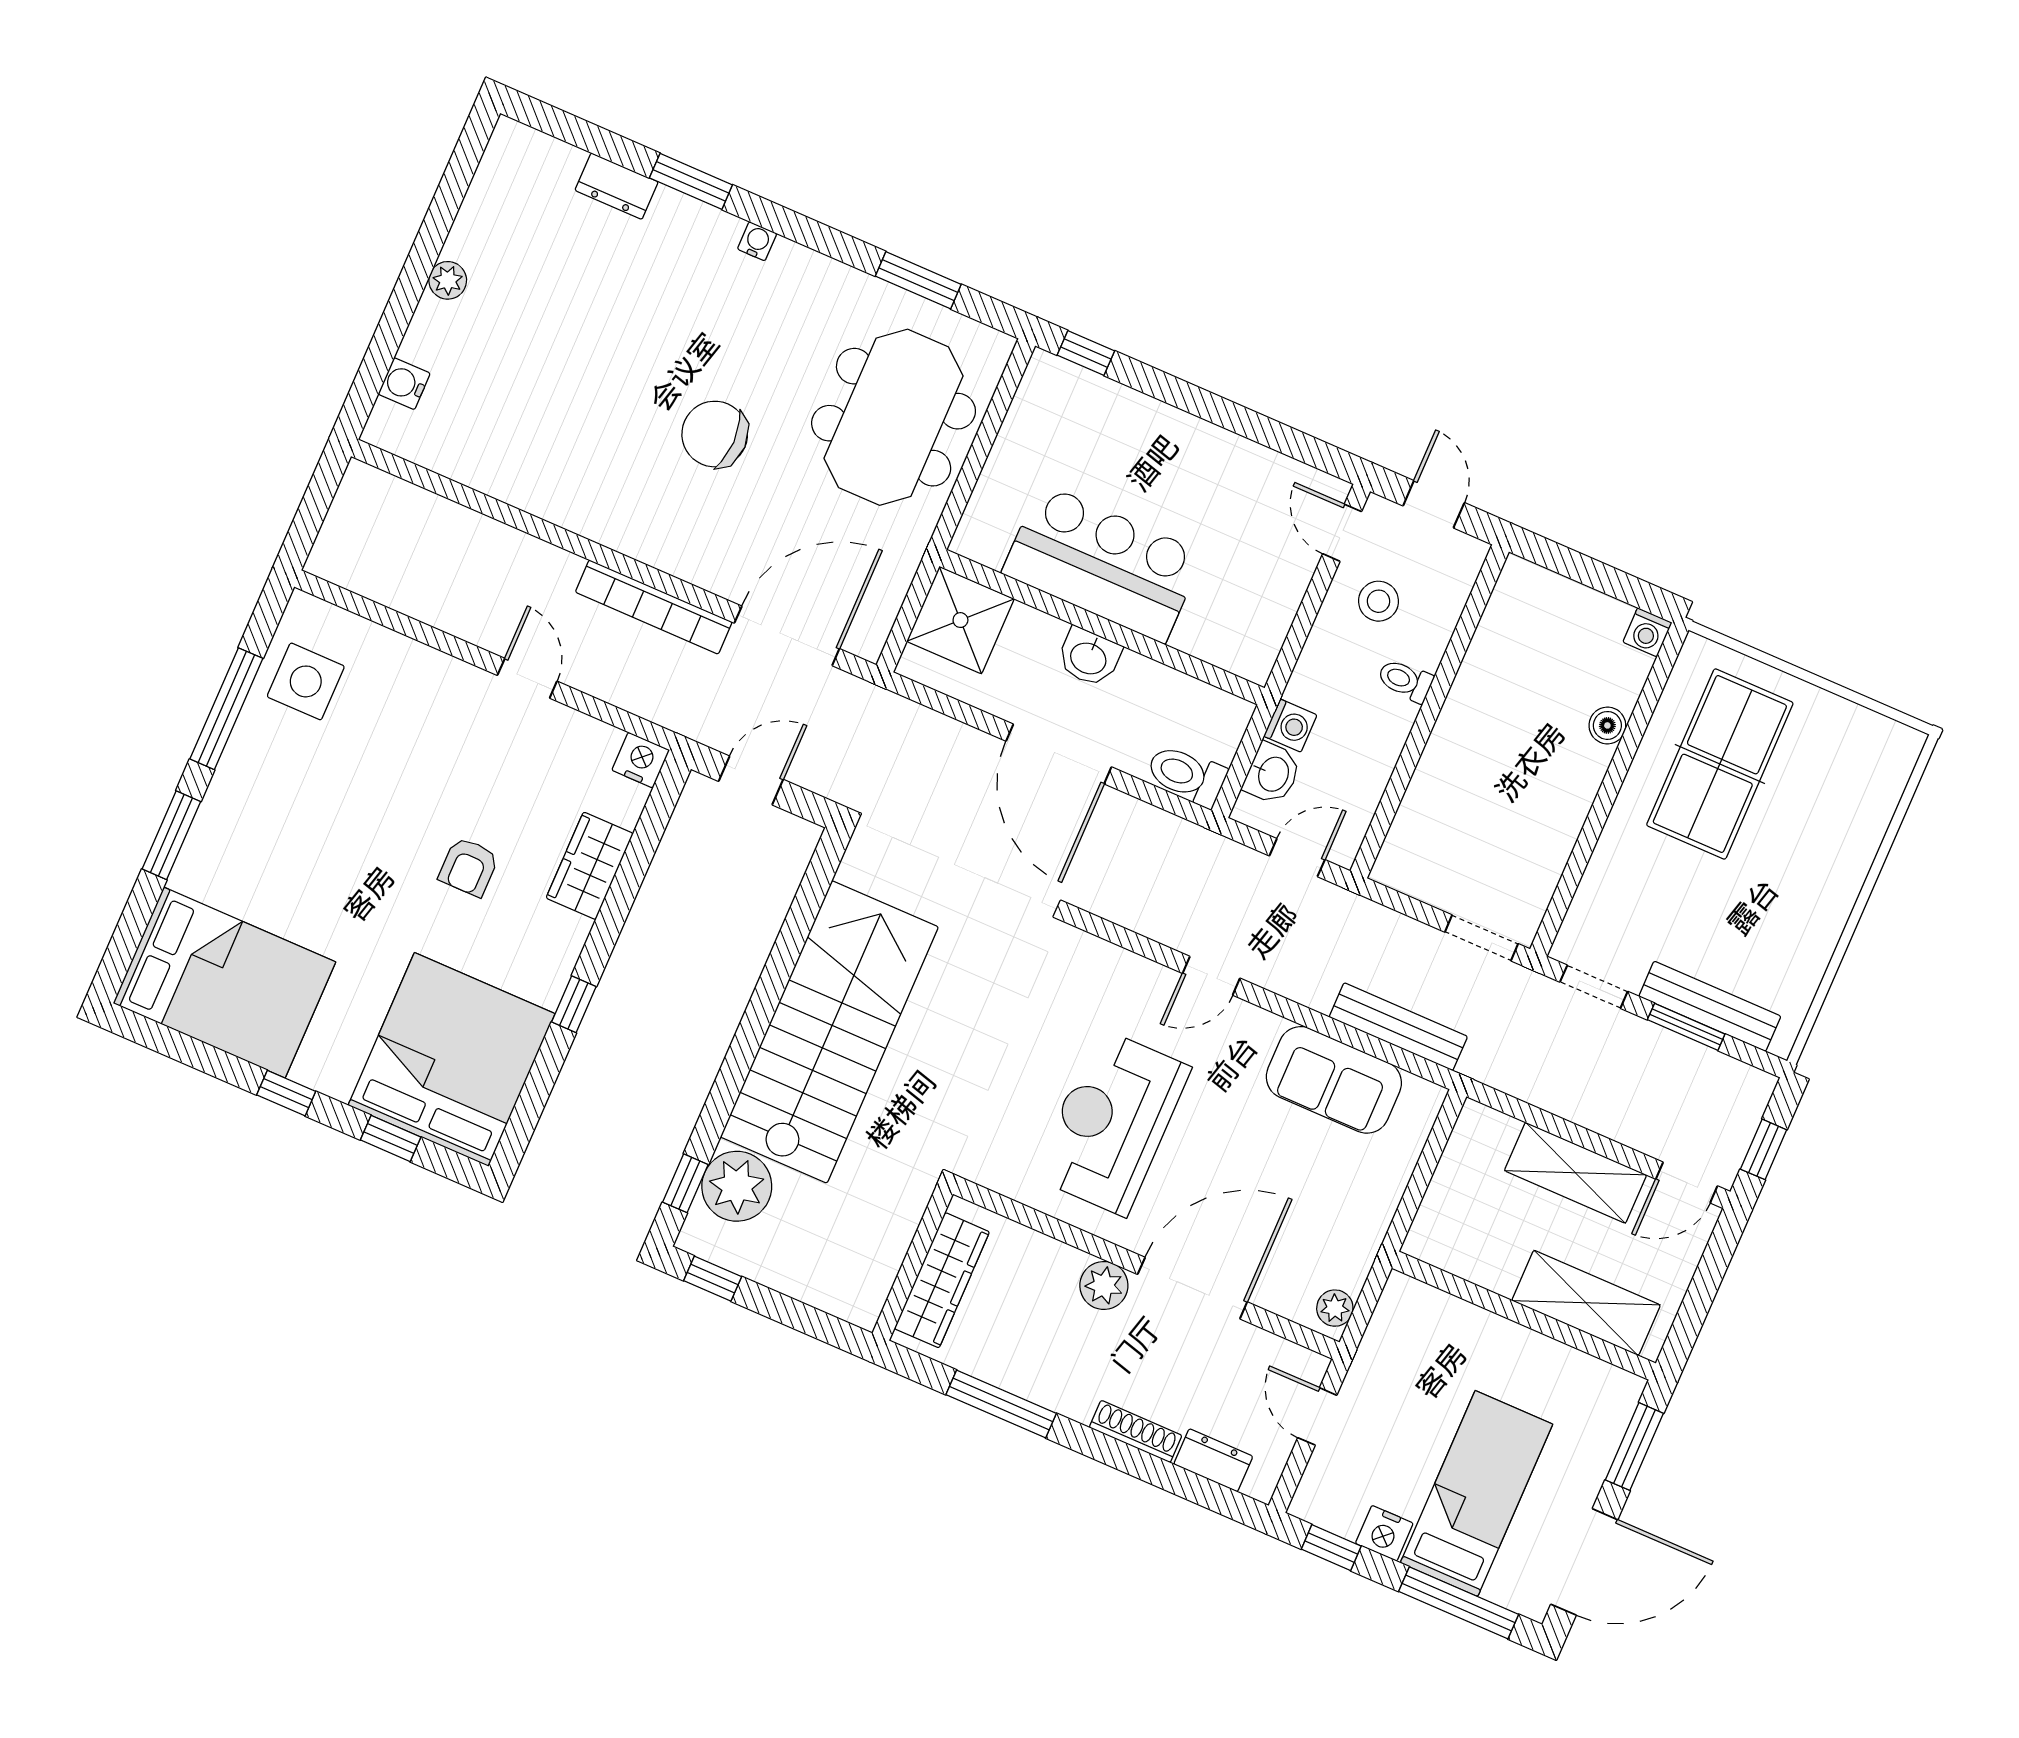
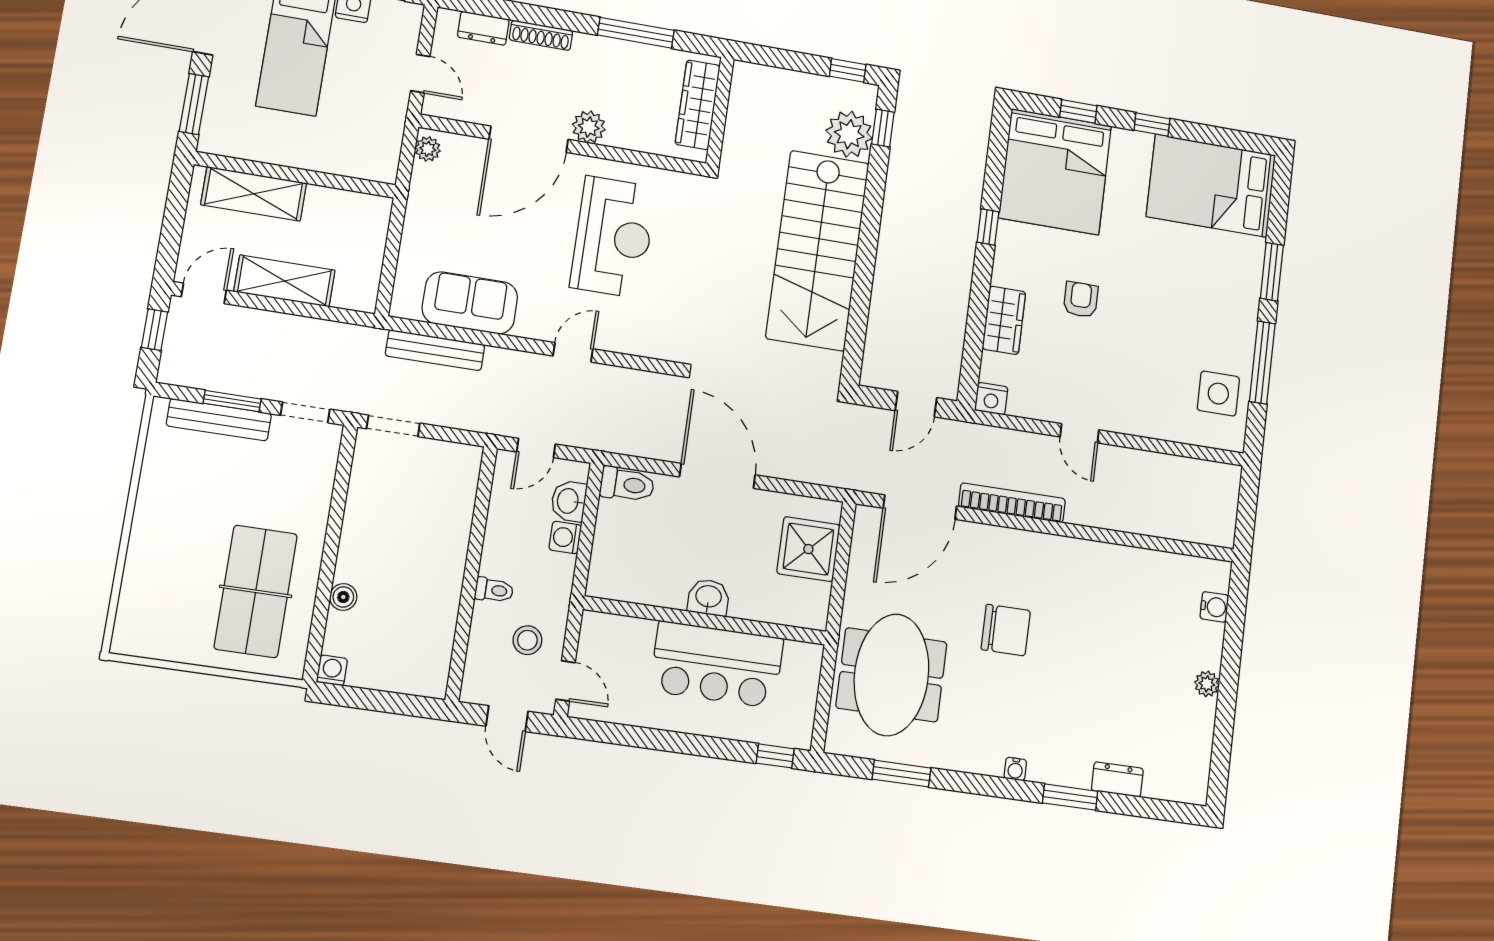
bar counter: (1103, 563) -> (717, 665), moved
wall: (1102, 627) -> (705, 620), moved
washbasin: (1089, 657) -> (708, 597), moved

